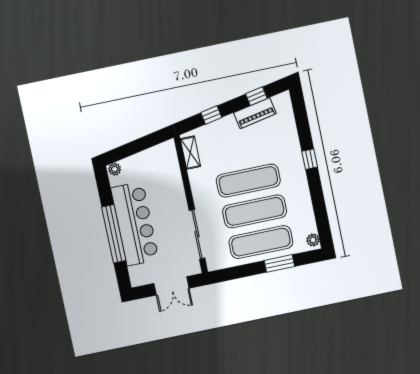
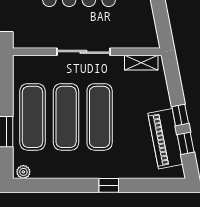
piano: (255, 113) -> (165, 139), width x1.37, depth x1.33
window: (211, 115) -> (180, 115), moved
sliding door: (197, 234) -> (83, 52), moved

